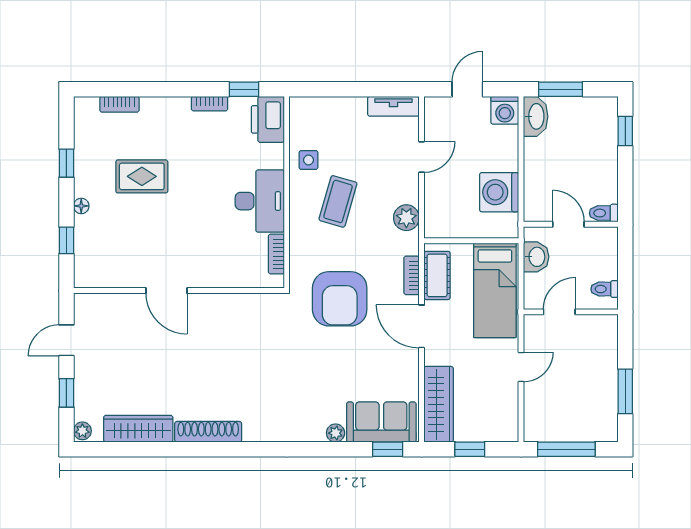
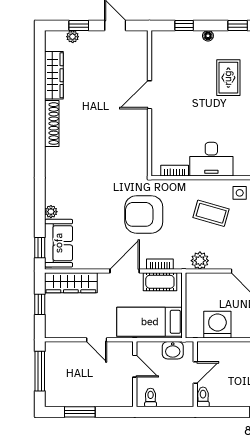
plant: (82, 431) -> (73, 37), moved

